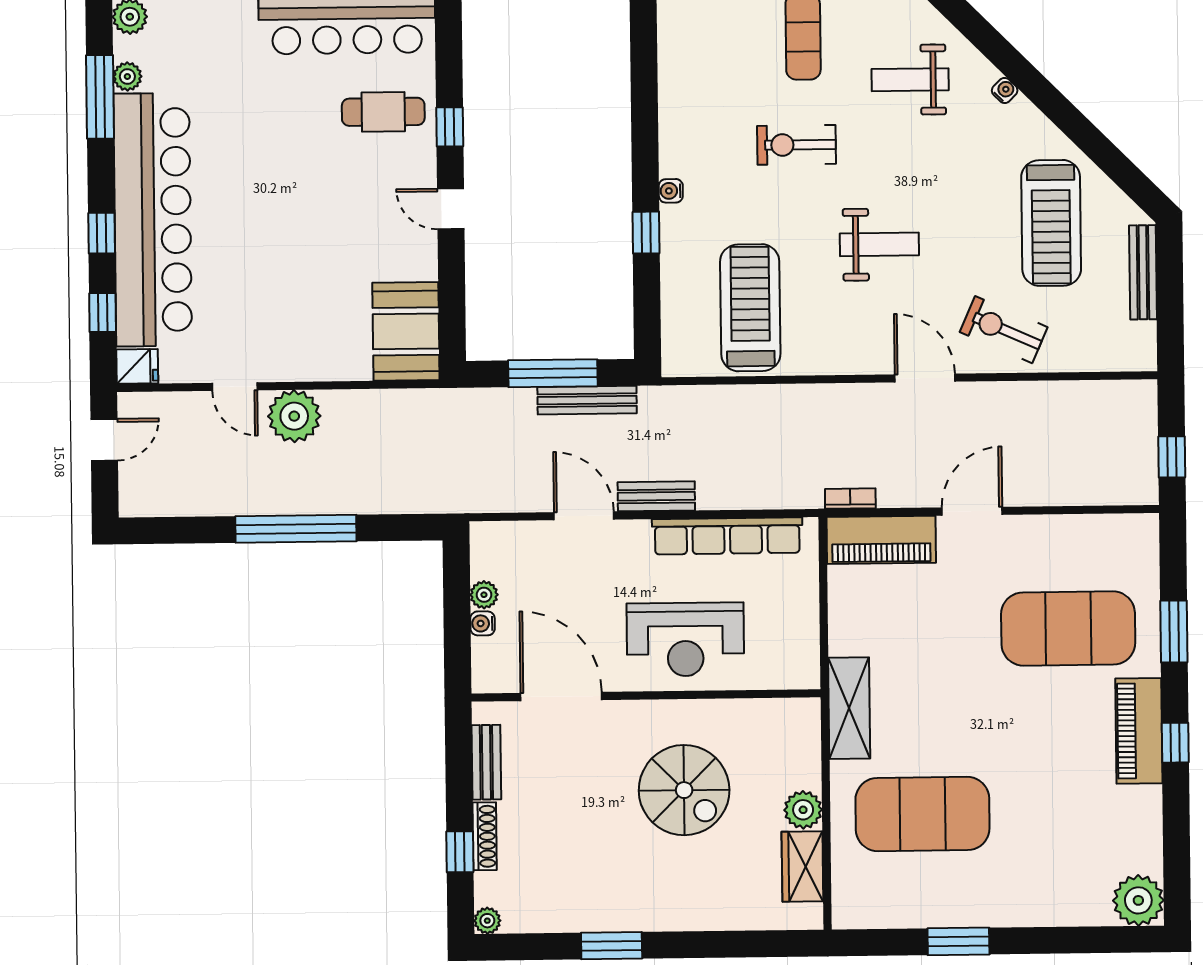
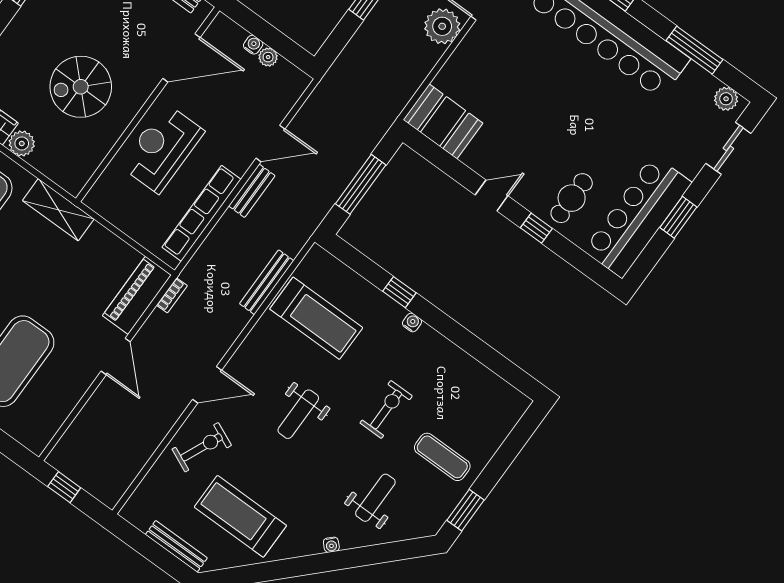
plant: (127, 76) -> (695, 73), removed
bench: (587, 400) -> (267, 282), moved

